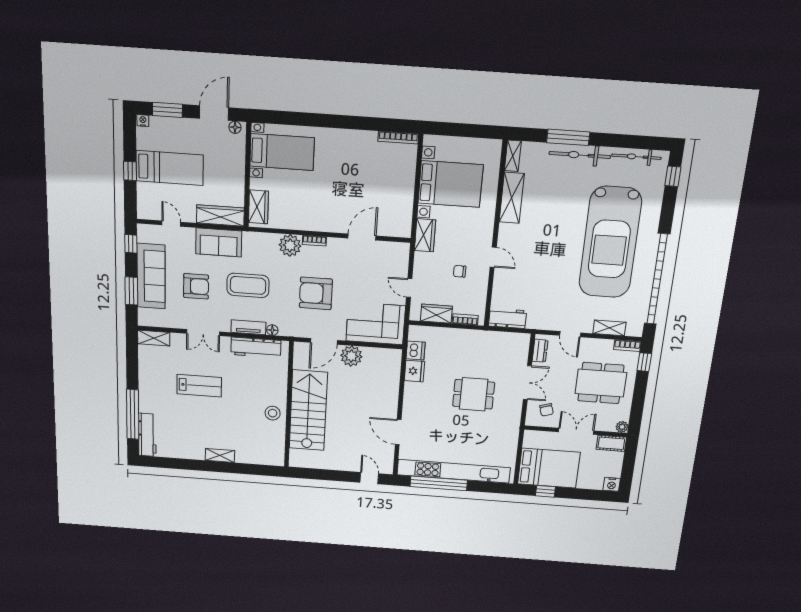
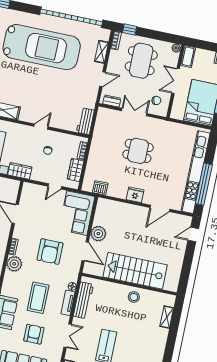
fridge: (414, 371) -> (135, 195), moved
dining table: (474, 394) -> (138, 151), turned 90
shelving: (220, 455) -> (167, 317), moved

